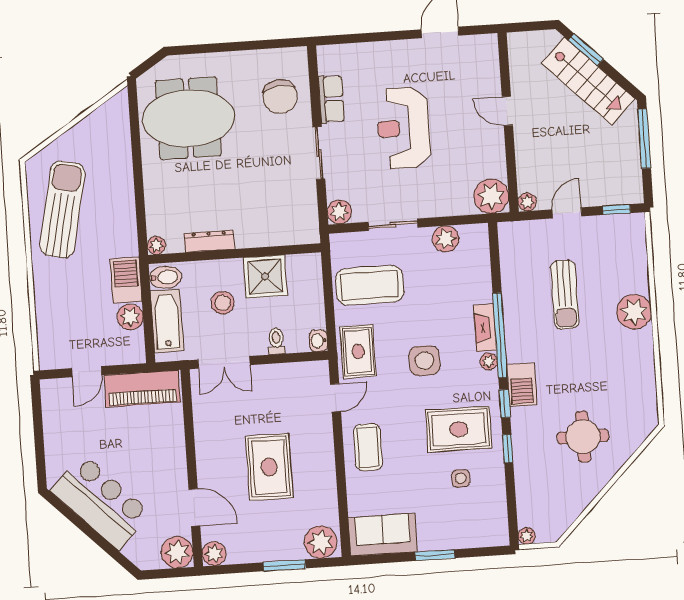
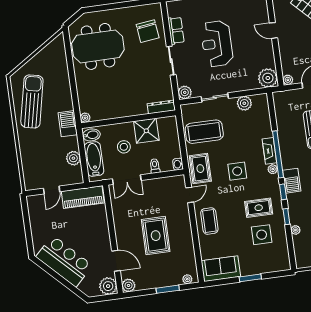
dresser: (209, 241) -> (161, 107), moved
barbecue: (126, 280) -> (68, 124), moved
rug: (459, 429) -> (259, 208), width x0.73, depth x0.70
side table: (461, 478) -> (262, 235), width x1.87, depth x1.87
plant: (527, 536) -> (295, 230), moved
plant: (321, 542) -> (187, 279), width x0.53, depth x0.53

